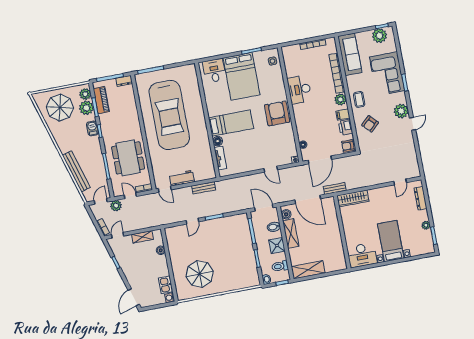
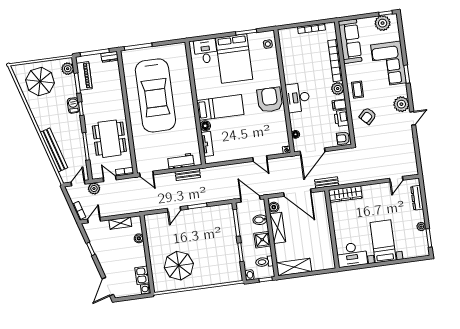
desk: (299, 90) -> (298, 98), moved
plant: (86, 108) -> (68, 83), removed
workbench: (182, 178) -> (181, 161), moved

